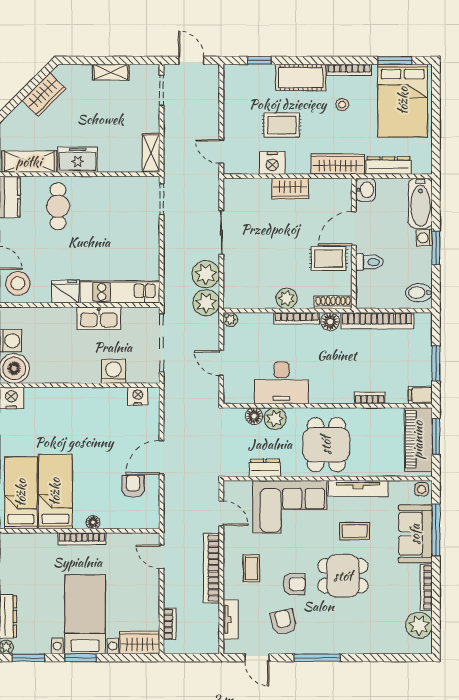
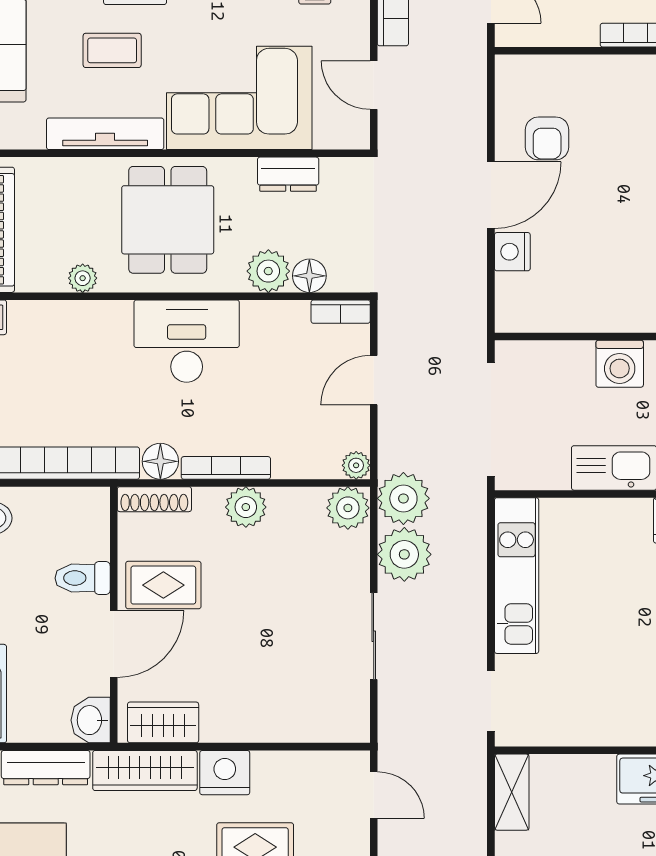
nightstand: (272, 163) -> (225, 773), moved
wardrobe: (290, 189) -> (163, 722), moved
kitchen unit: (120, 292) -> (517, 576), moved, turned -90
plant: (234, 298) -> (348, 508), added
door: (221, 363) -> (374, 380), swing flipped
washing machine: (113, 371) -> (620, 364), moved
desk: (281, 383) -> (187, 341), moved
nightstand: (138, 396) -> (512, 252), moved, turned 90
bookcase: (370, 398) -> (341, 312), moved
plant: (370, 415) -> (83, 278), added
floor lamp: (93, 522) -> (625, 68), removed

